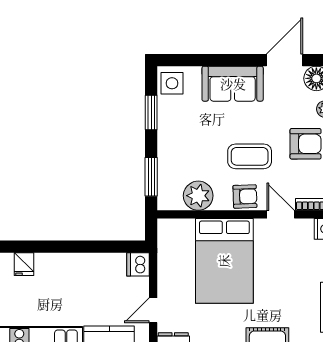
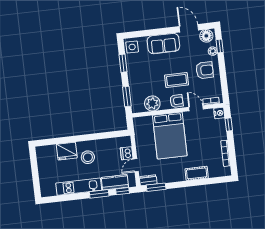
door: (285, 60) -> (189, 28), hinge flipped
fridge: (24, 264) -> (67, 151), width x1.88, depth x1.34
dishwasher: (138, 264) -> (127, 153), moved
stool: (63, 284) -> (88, 157), added

